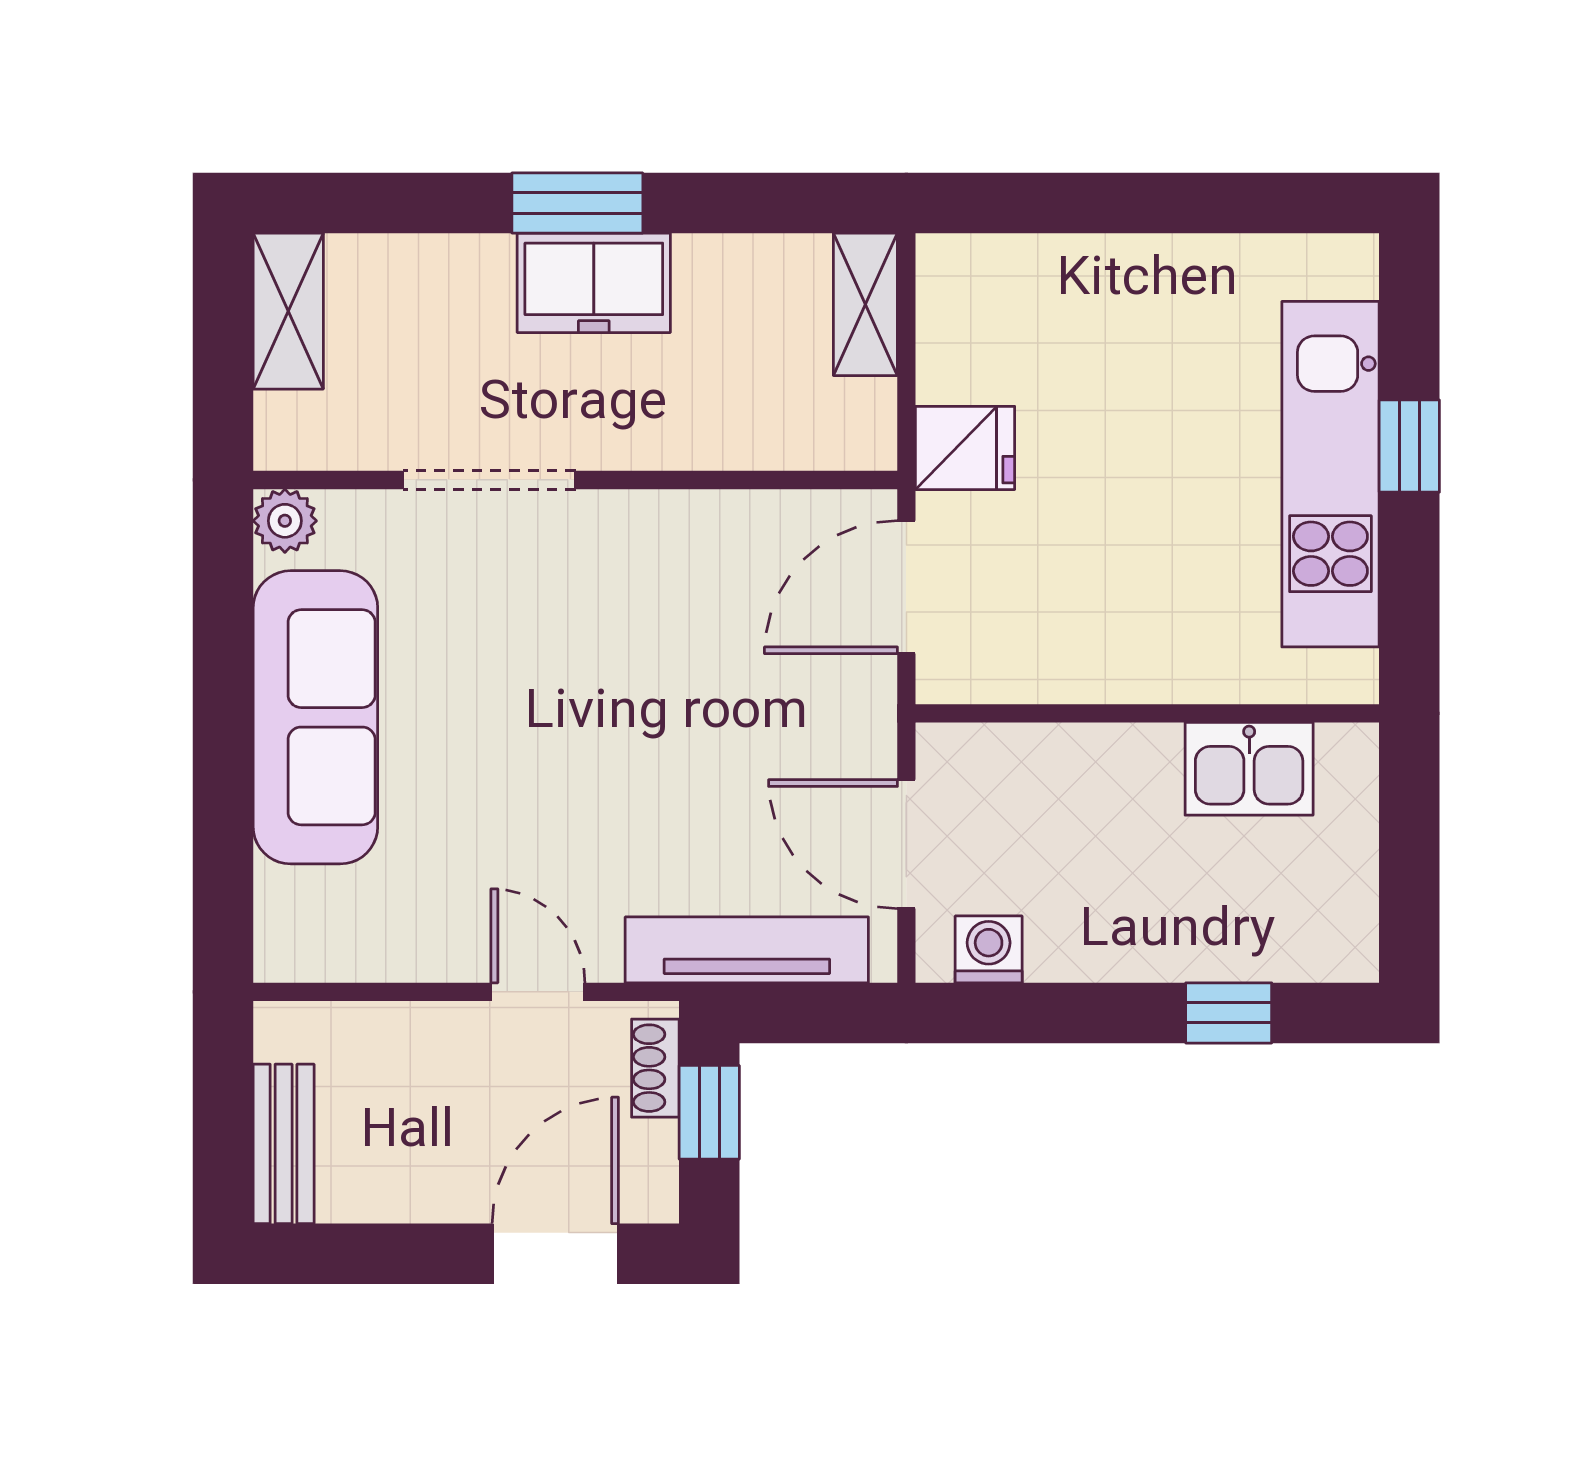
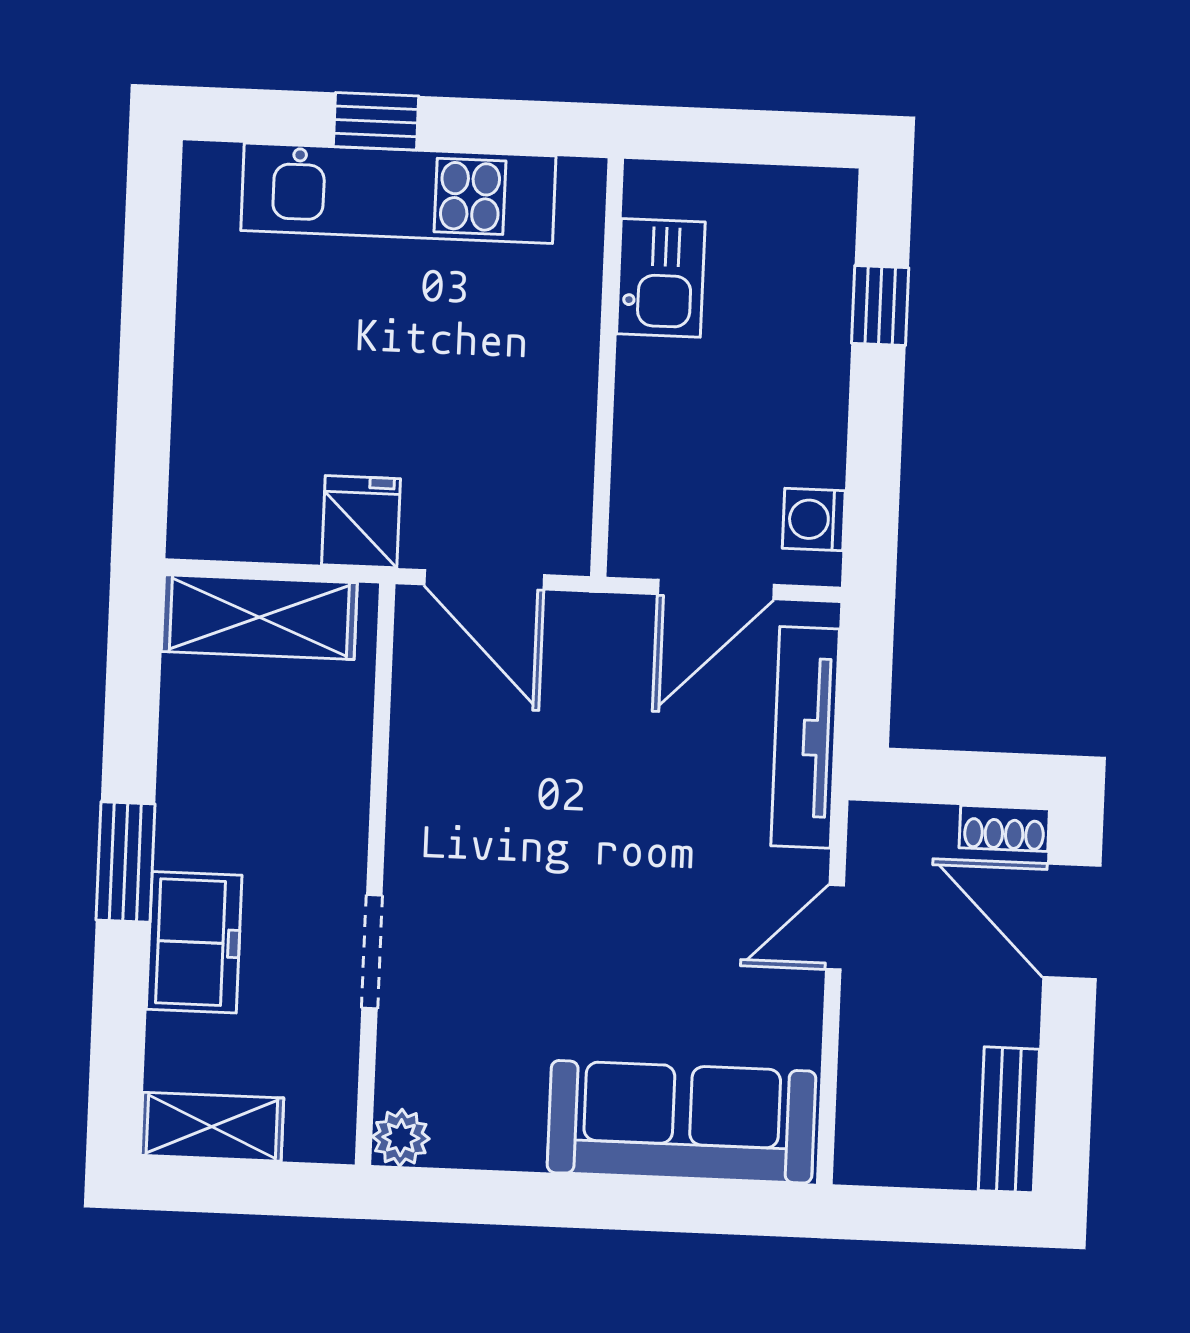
freezer: (594, 283) -> (194, 942), moved
shelving: (865, 304) -> (259, 617), width x1.50, depth x1.33
doorway: (489, 480) -> (372, 952), width x0.73
sofa: (315, 717) -> (682, 1122), moved
shoe rack: (655, 1068) -> (1004, 828), moved
window: (709, 1112) -> (950, 777), removed
bench: (284, 1144) -> (1009, 1120), moved, turned 90

